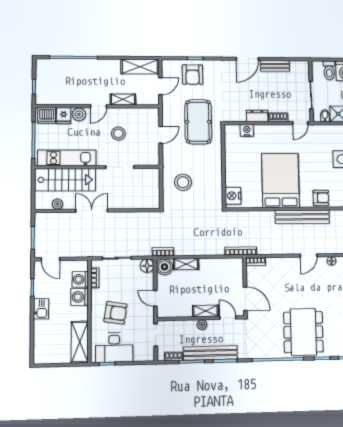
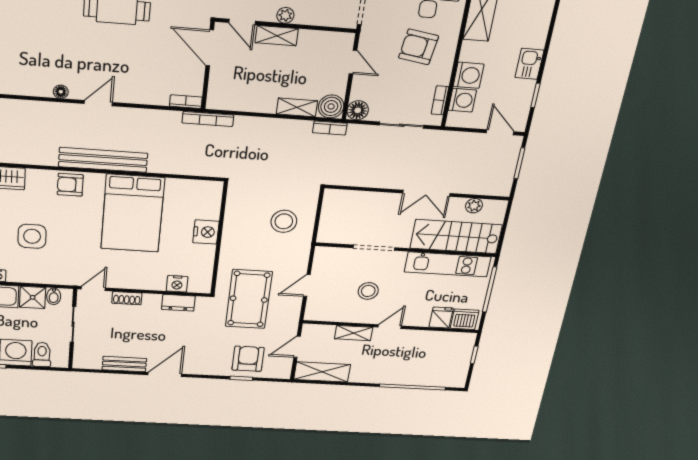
plant: (79, 114) -> (419, 318), removed
dresser: (257, 116) -> (178, 303), moved
nightstand: (233, 196) -> (206, 232), moved

